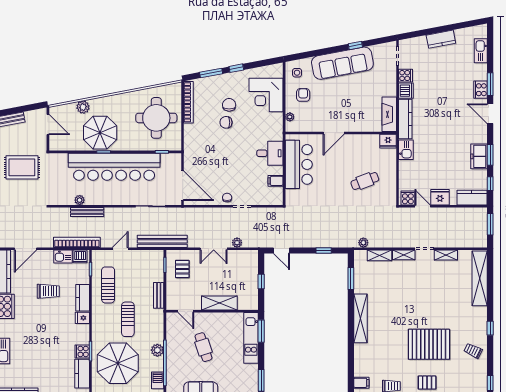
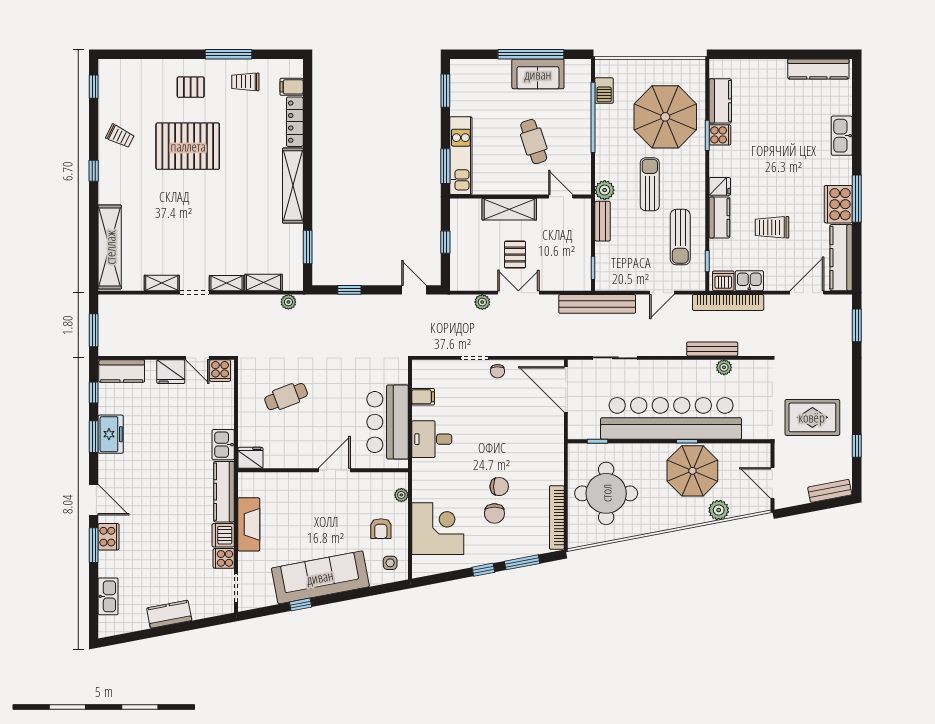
fireplace: (389, 114) -> (249, 524), moved
pallet: (182, 269) -> (515, 255), moved
plant: (157, 350) -> (605, 190), moved
locker: (359, 360) -> (295, 122), added

